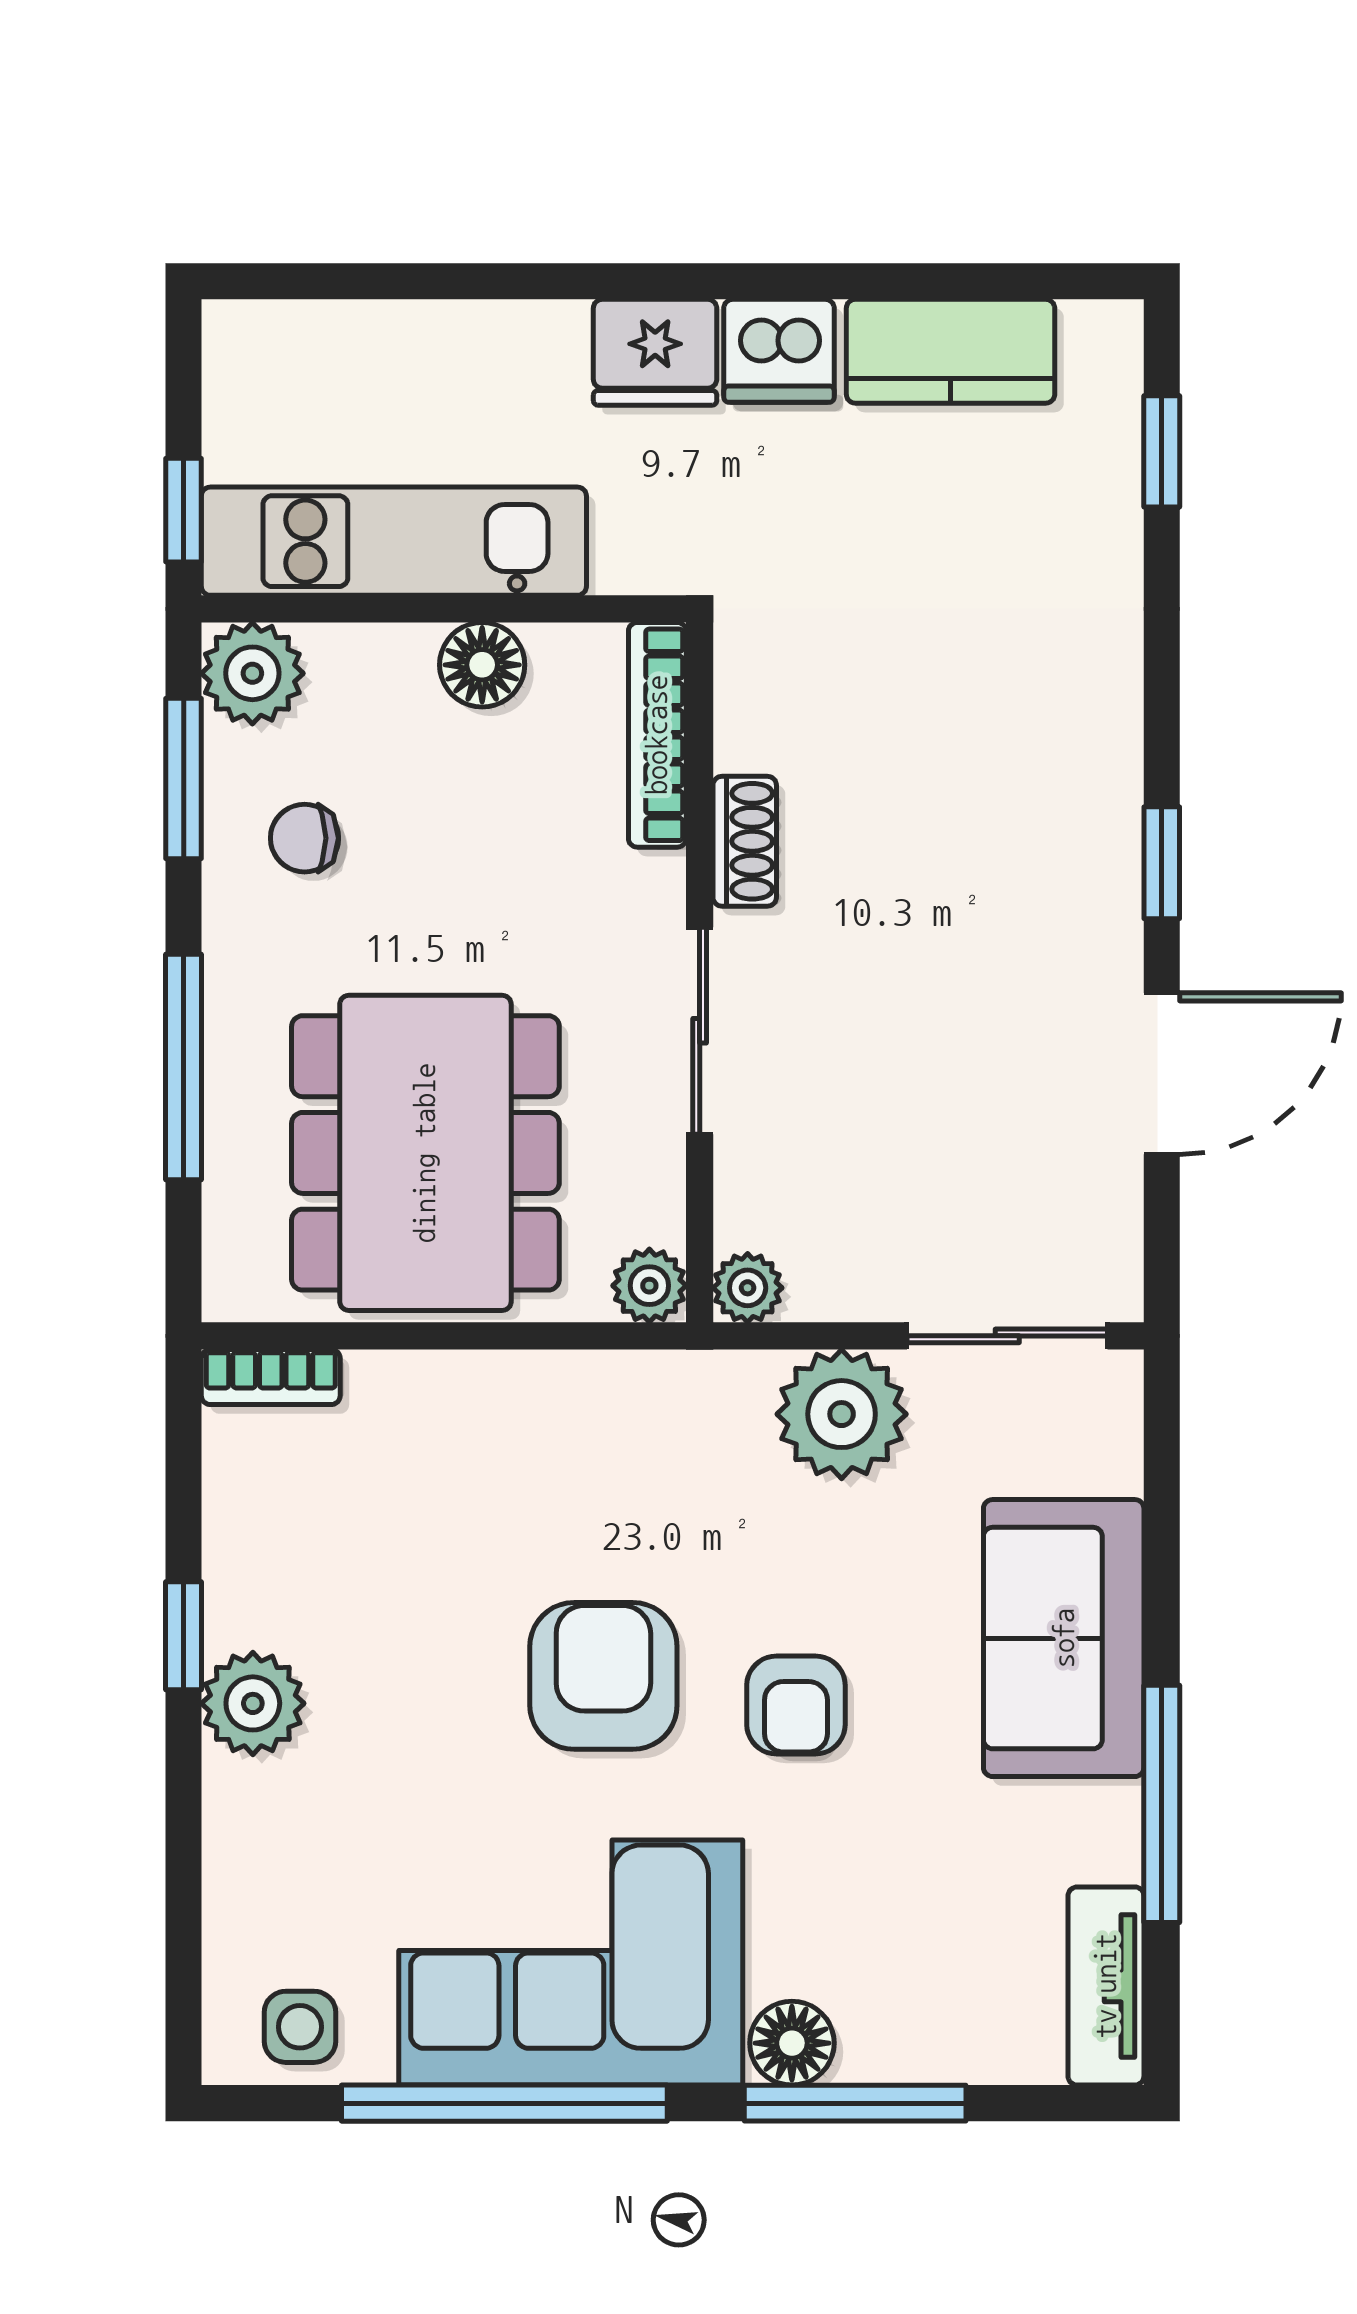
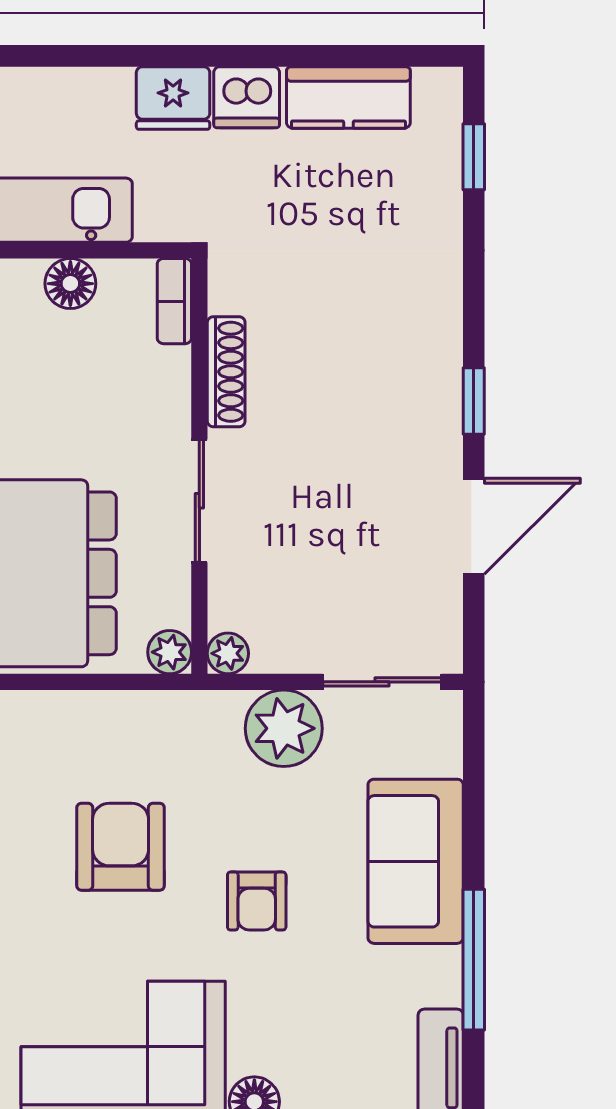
bookcase: (657, 735) -> (174, 301), width x0.64
shoe rack: (745, 841) -> (226, 372), width x1.43
armchair: (603, 1676) -> (121, 847), moved

